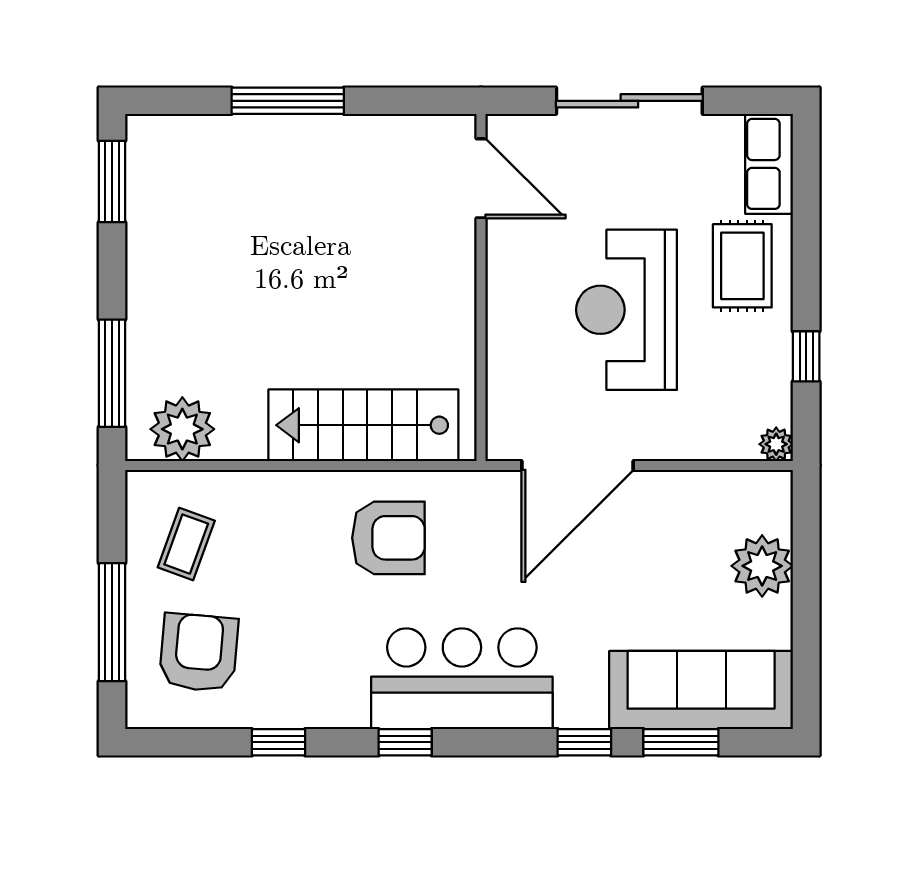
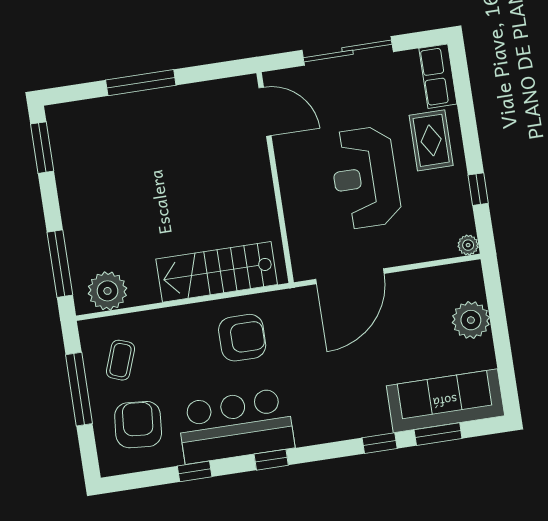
window: (112, 622) -> (79, 389), moved
bar counter: (462, 679) -> (236, 426), moved

